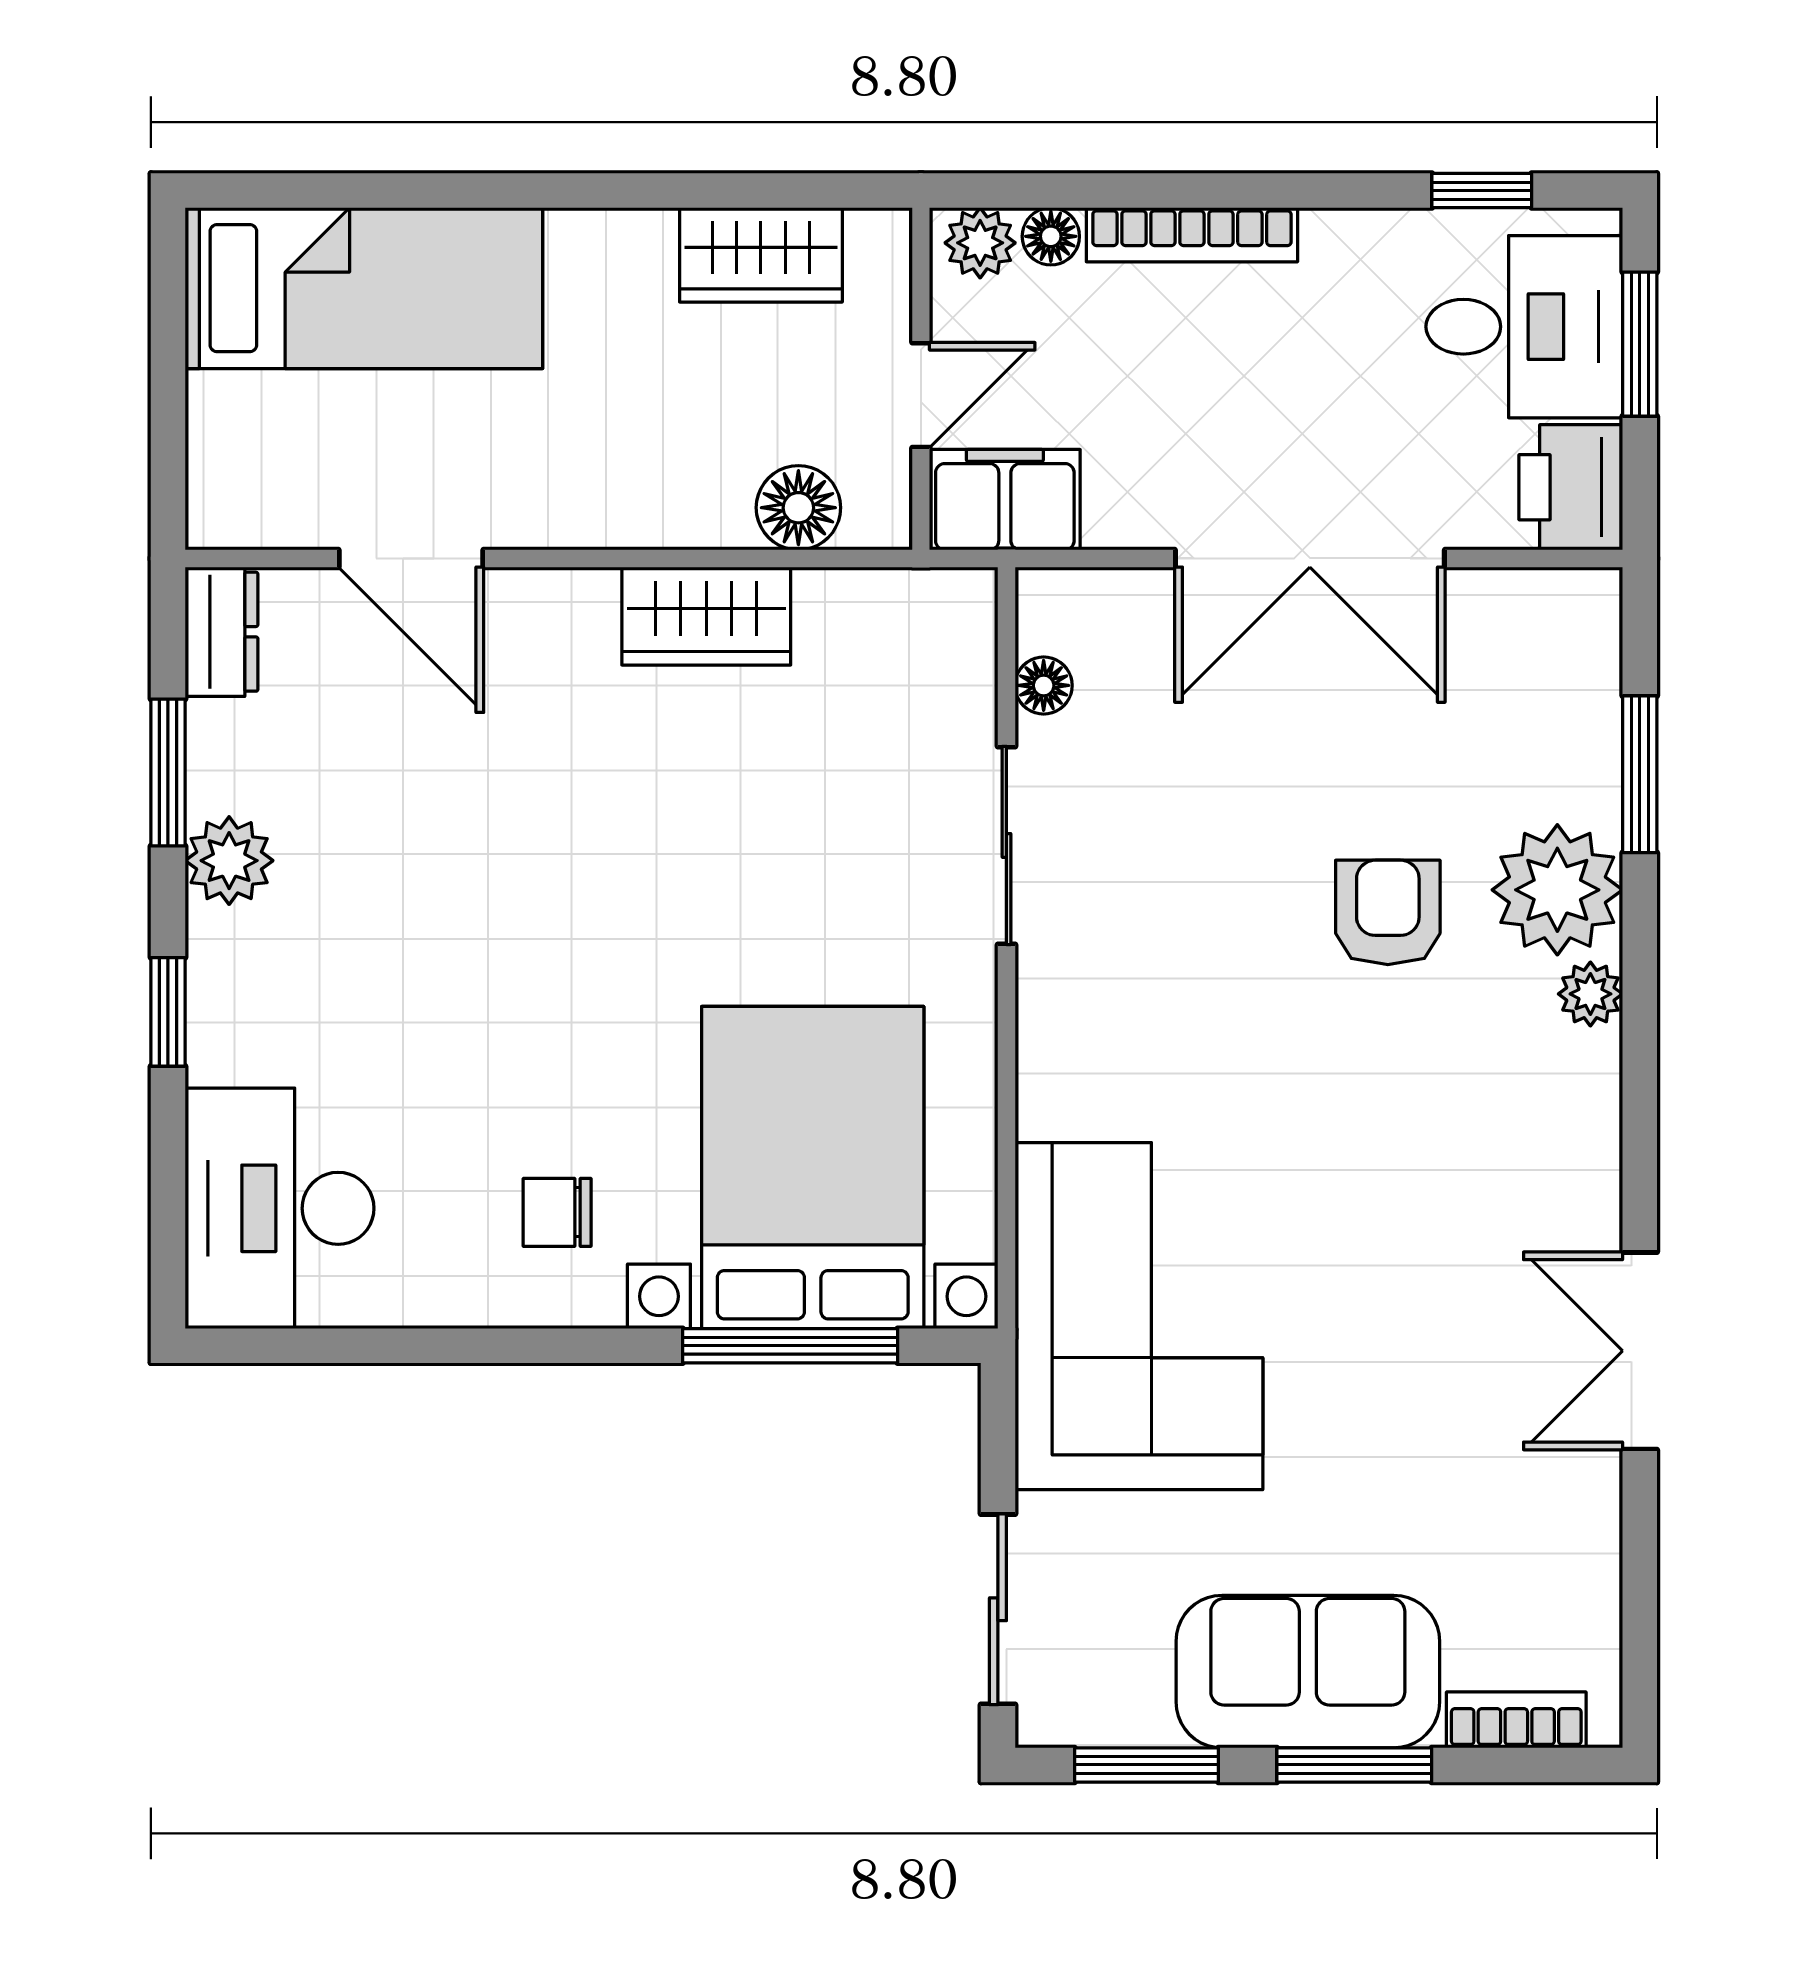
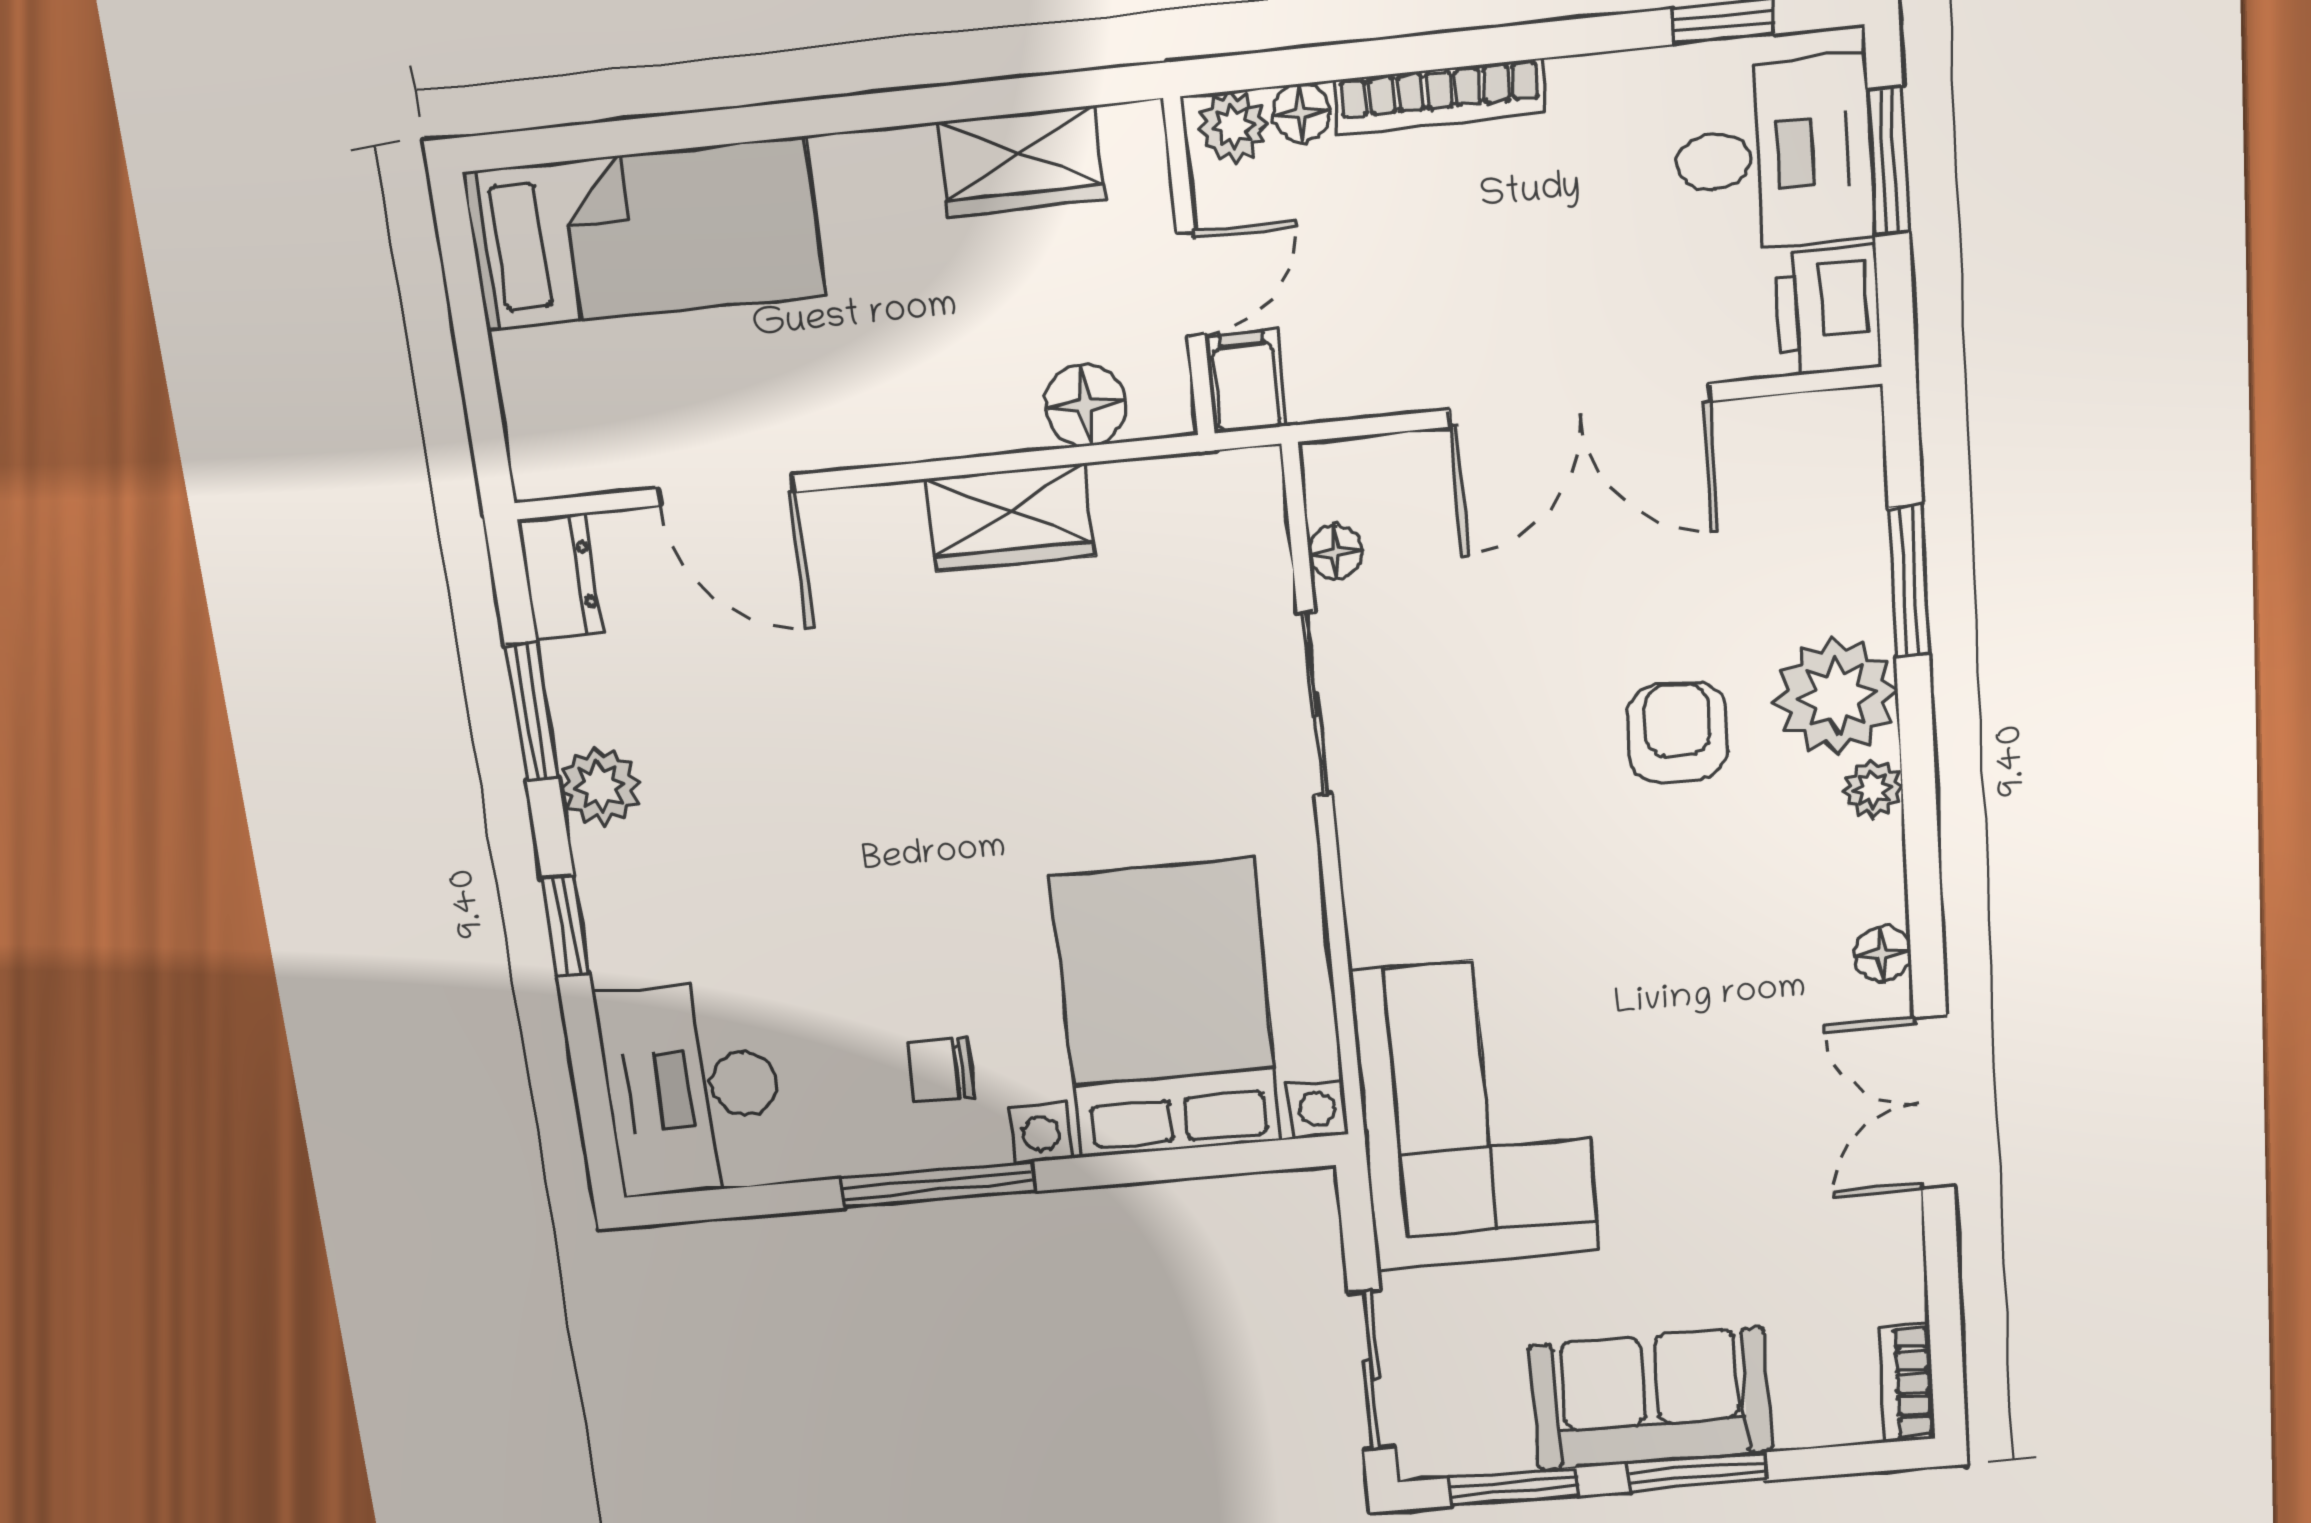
filing cabinet: (1005, 500) -> (1246, 381), width x0.50
floor lamp: (1592, 1177) -> (1882, 954), added
window: (790, 1346) -> (938, 1185), moved
bookcase: (1516, 1720) -> (1907, 1383), moved, turned -90

